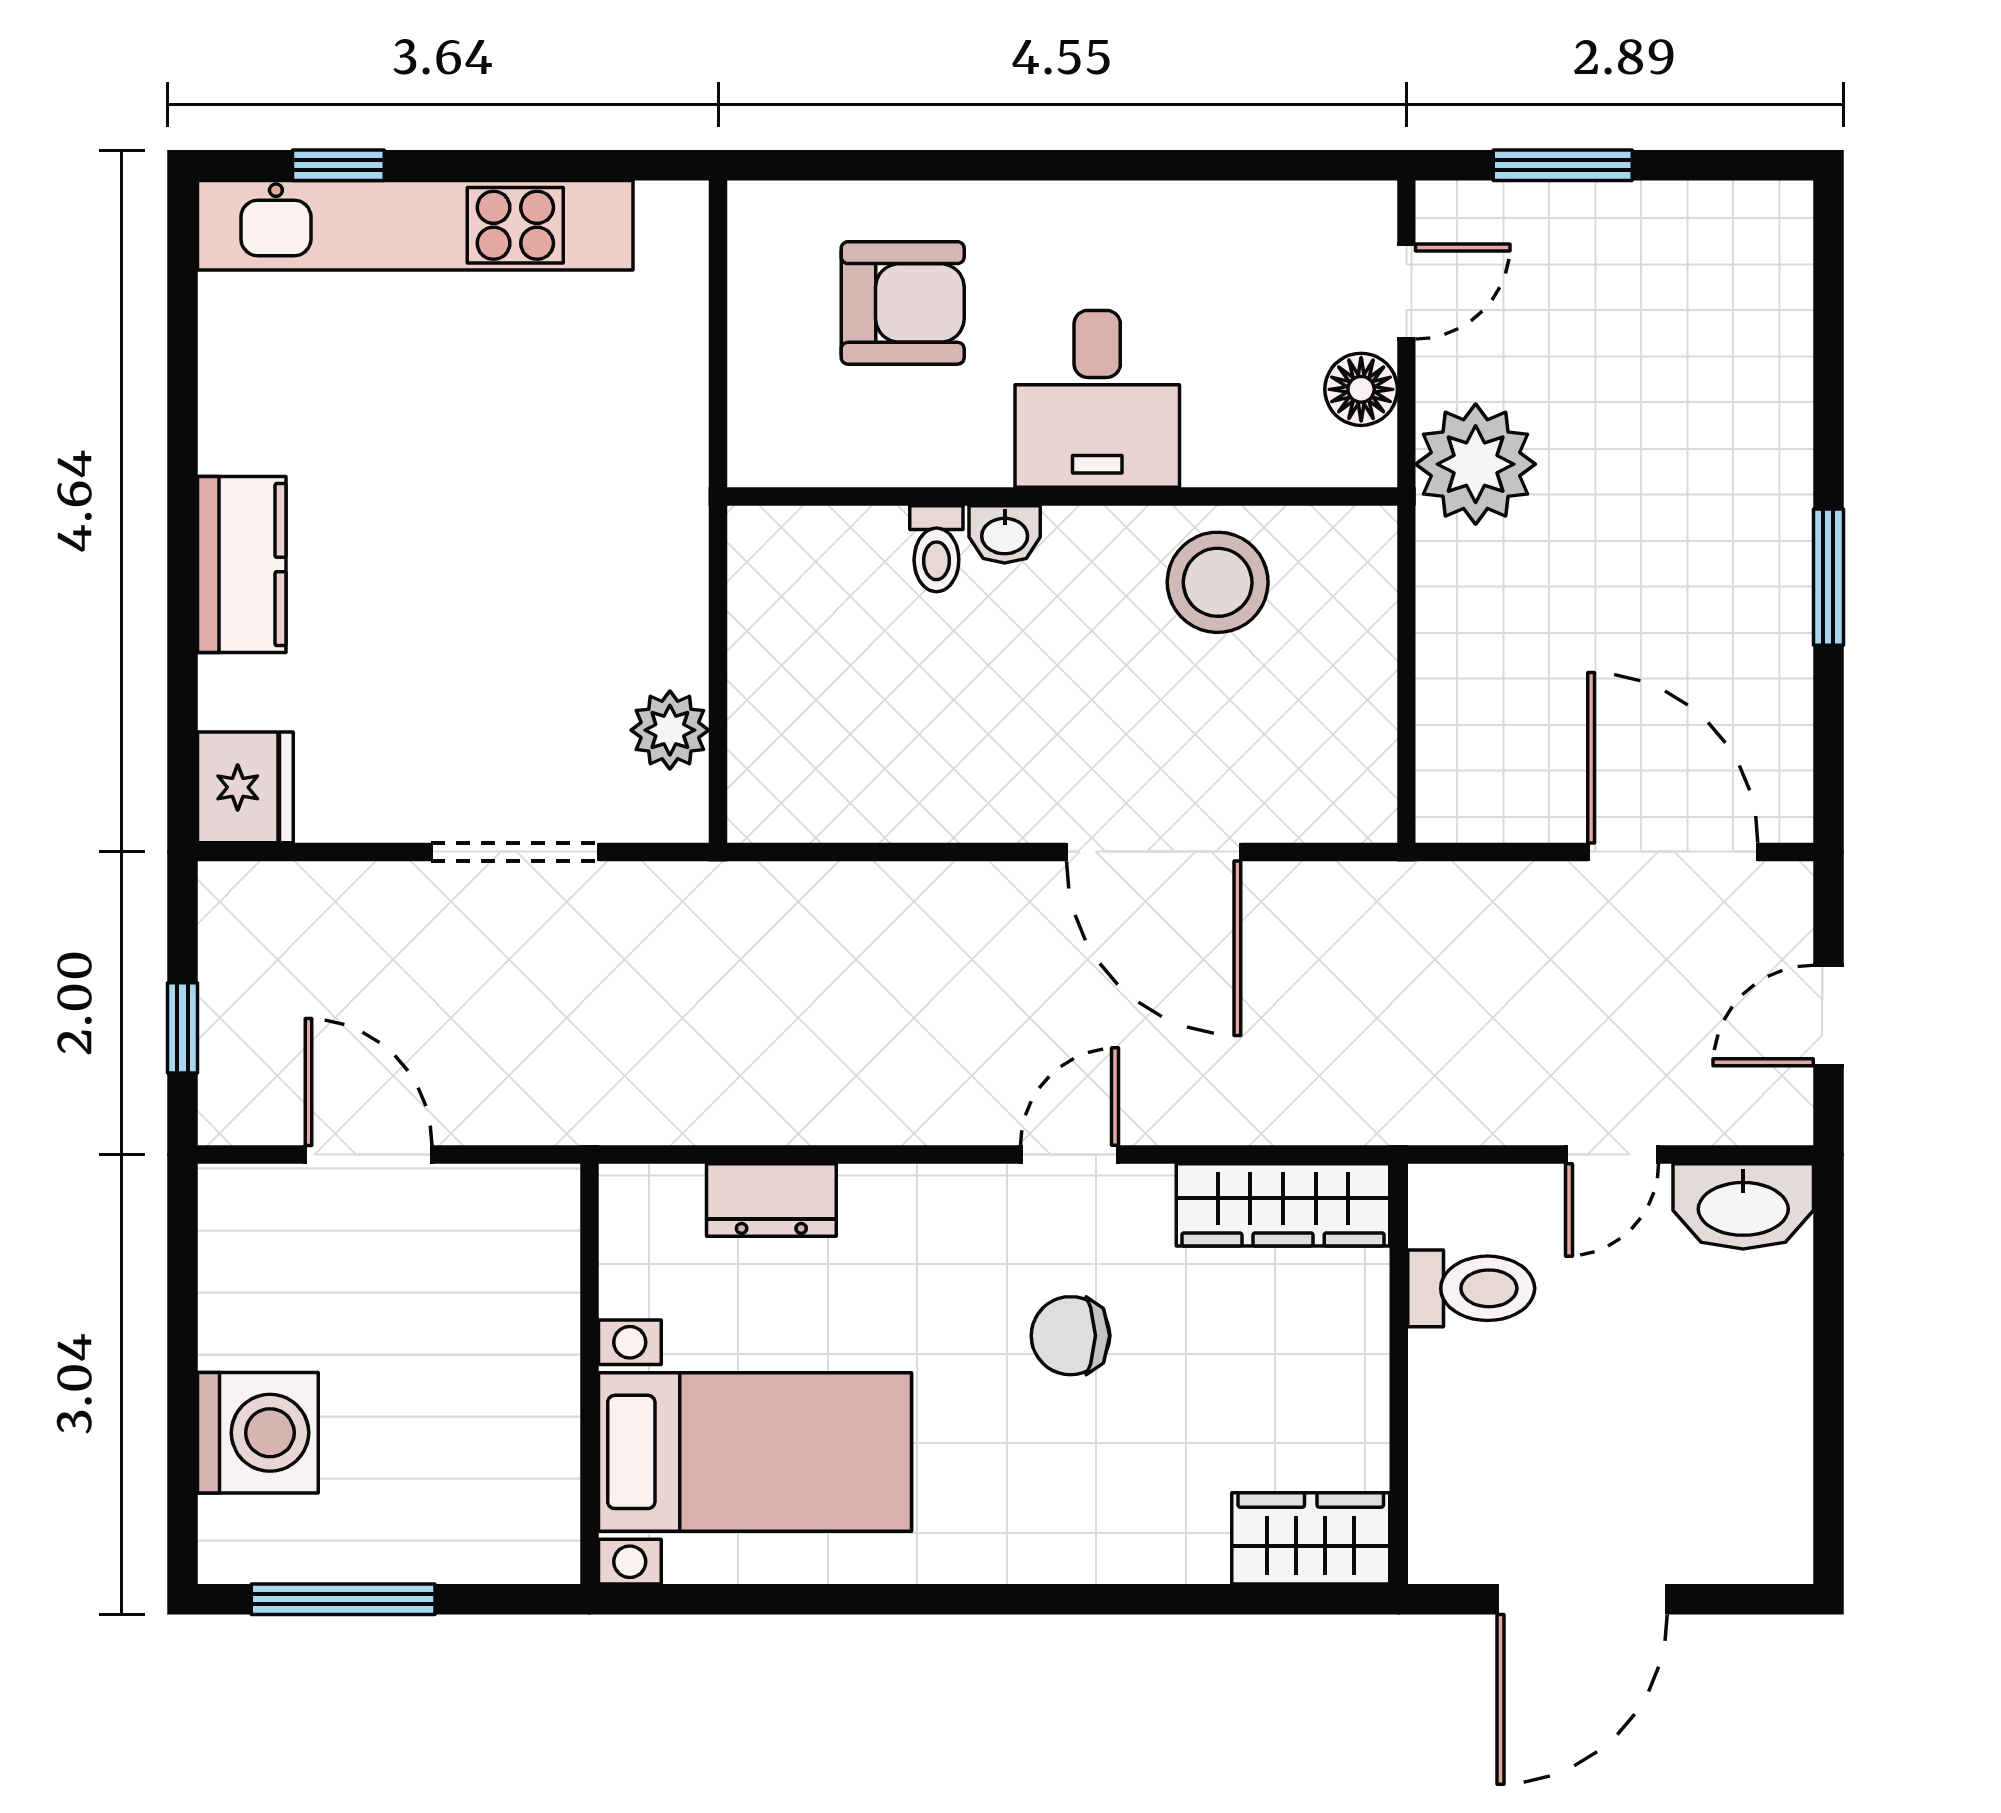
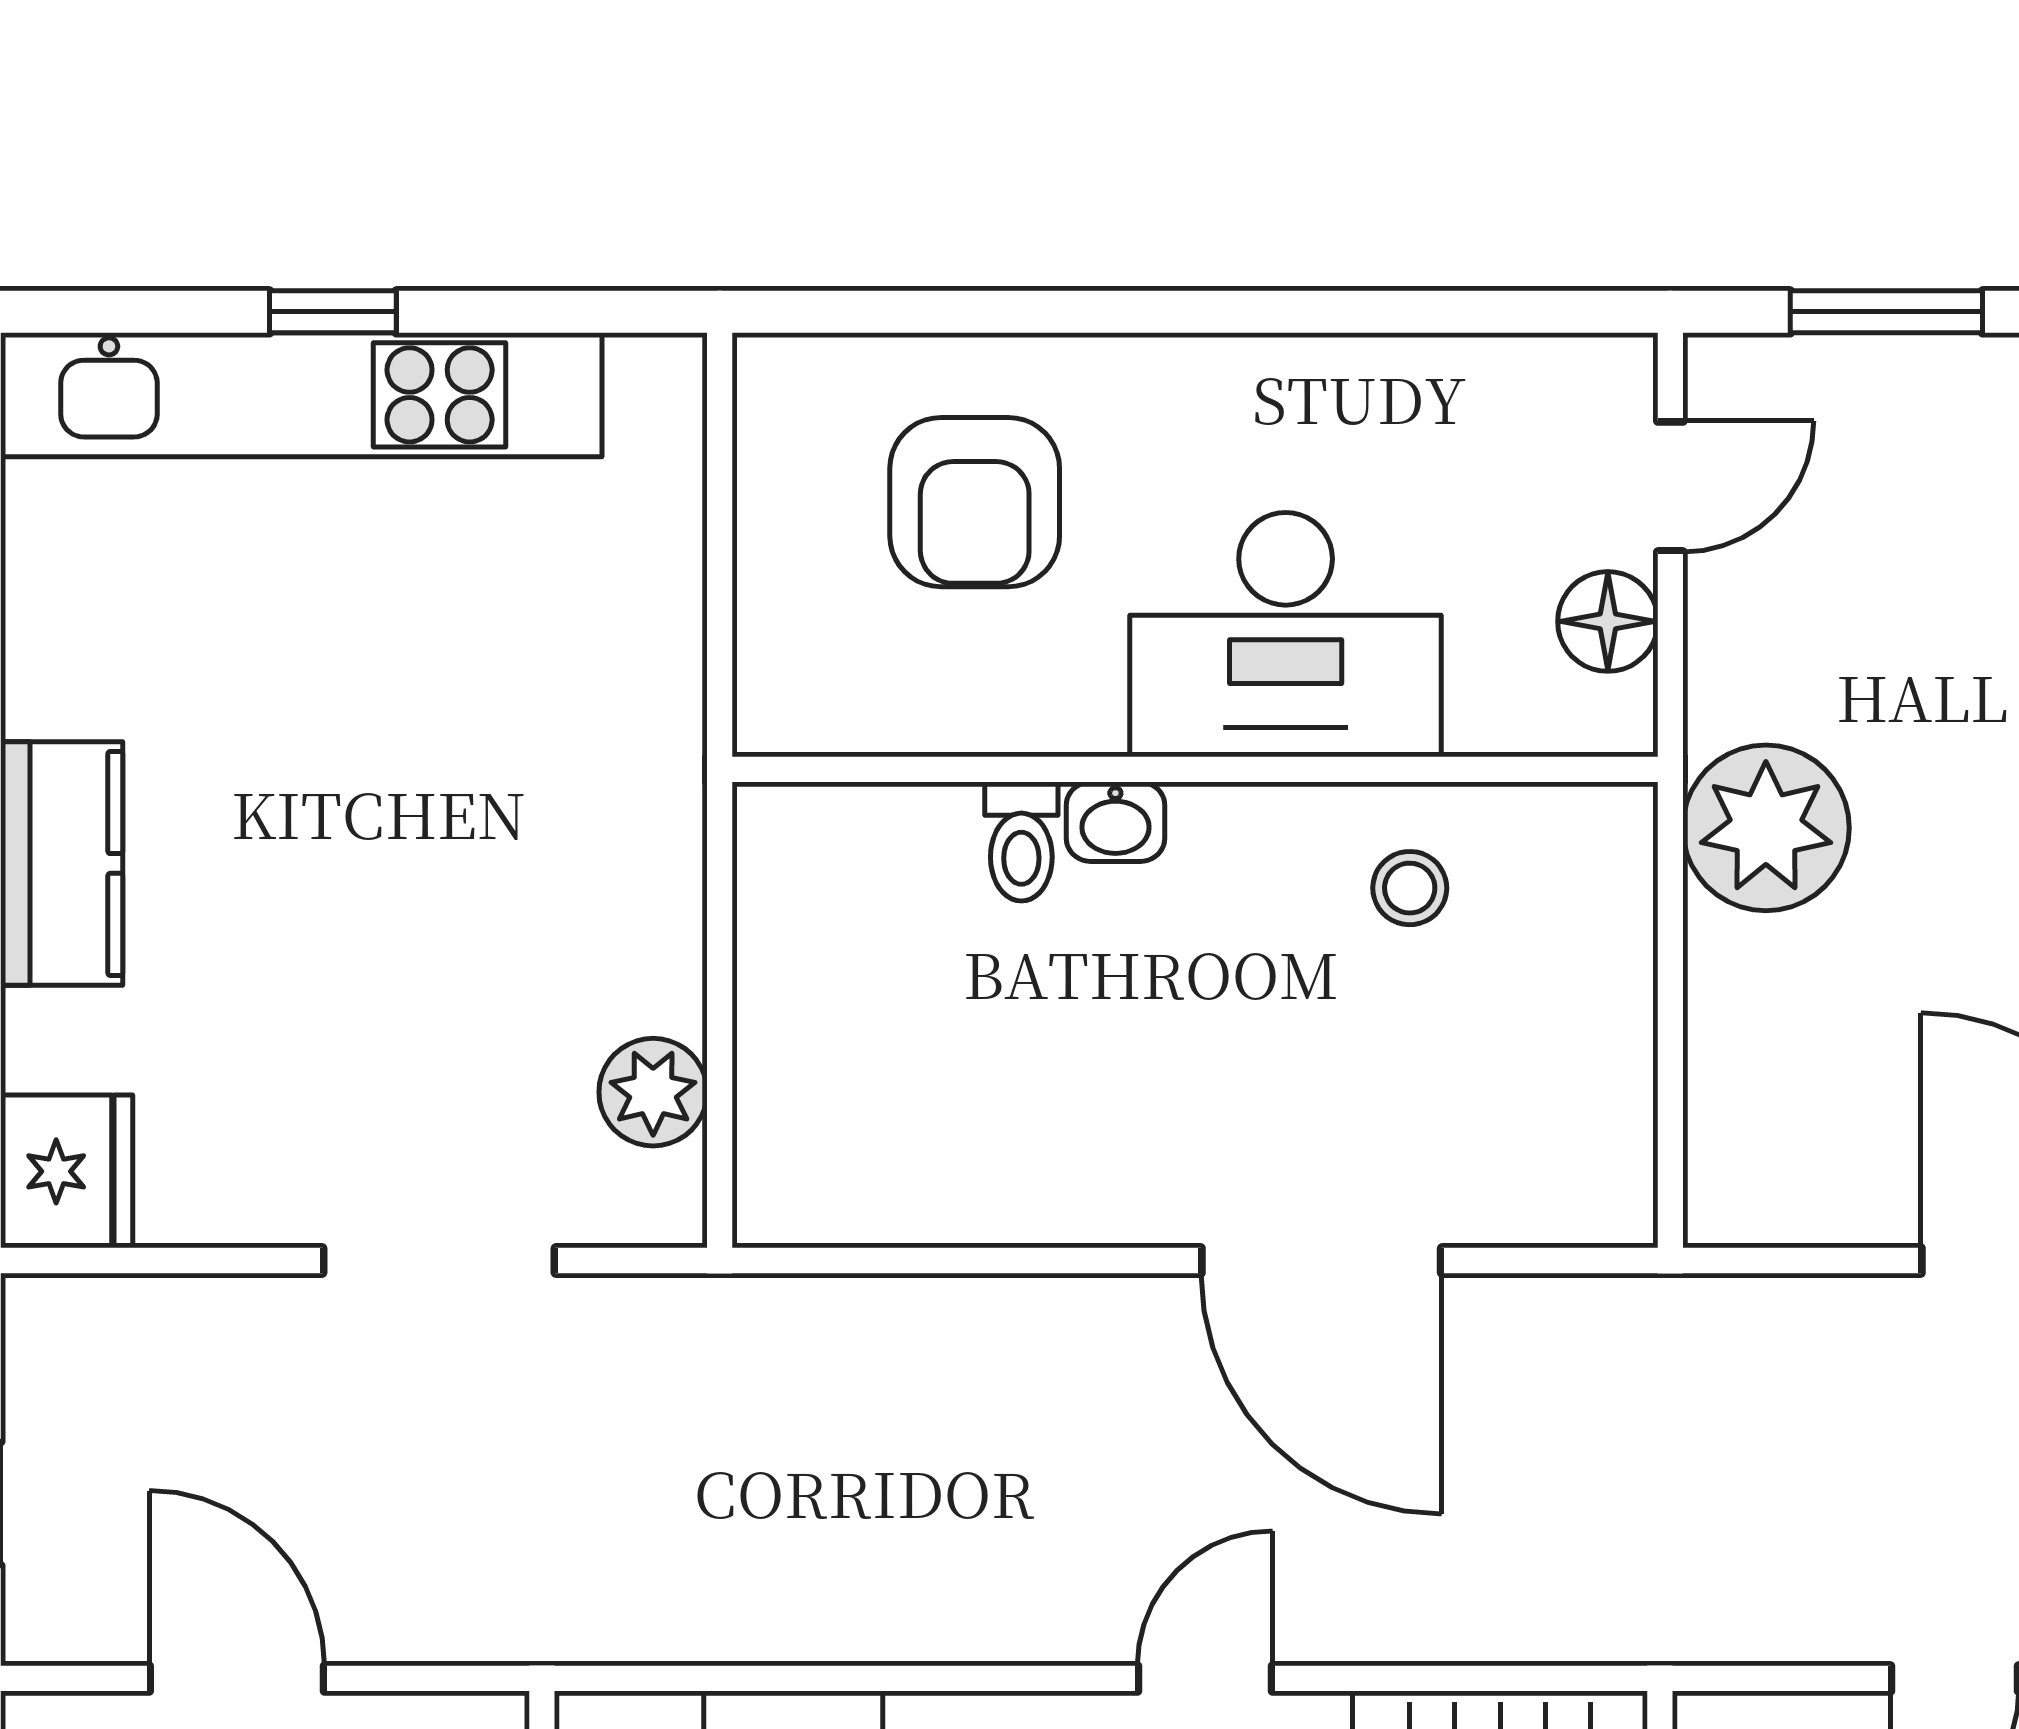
window: (338, 165) -> (333, 312), moved
armchair: (903, 303) -> (975, 502), turned 90
desk: (1097, 399) -> (1286, 635), width x1.37
plant: (1476, 464) -> (1766, 828), moved
stool: (1218, 582) -> (1410, 888), width x0.53, depth x0.53

